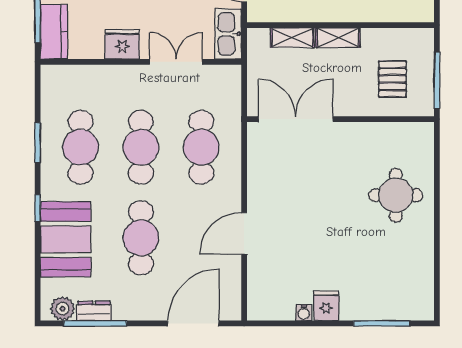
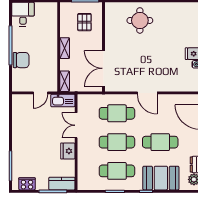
shelving: (292, 38) -> (65, 81), moved
pallet: (392, 79) -> (84, 22), turned 90
door: (244, 233) -> (147, 93), moved

